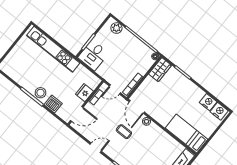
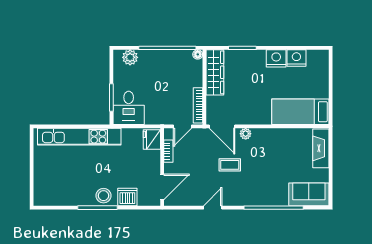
wardrobe: (160, 70) -> (215, 72), width x1.50
fridge: (84, 93) -> (152, 140), moved
nightstand: (219, 111) -> (276, 58), moved

